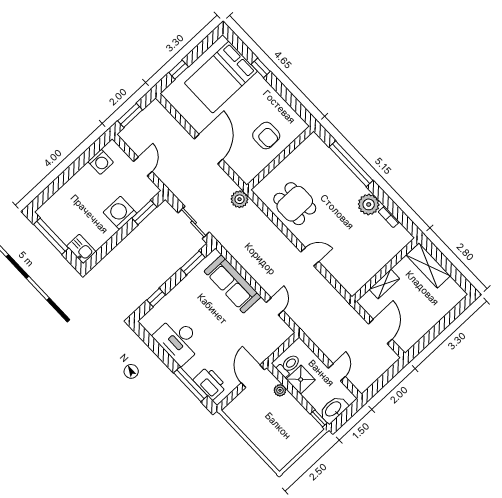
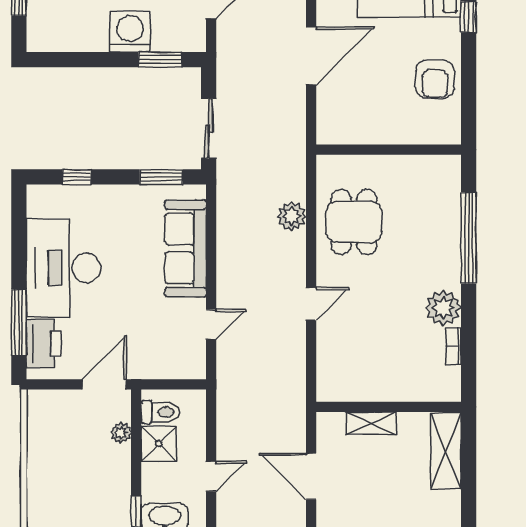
armchair: (266, 136) -> (435, 79), moved
plant: (240, 199) -> (292, 216), moved
kitchen sink: (81, 249) -> (41, 31), removed
door: (310, 257) -> (311, 304), hinge flipped
door: (380, 332) -> (311, 476), swing flipped
desk: (178, 340) -> (63, 268), width x1.36, depth x1.30

